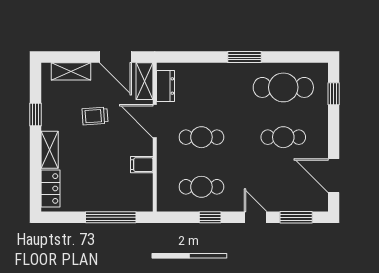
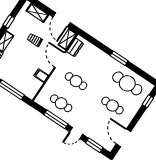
window: (210, 217) -> (56, 119), width x2.17
door: (255, 217) -> (76, 133), swing flipped

